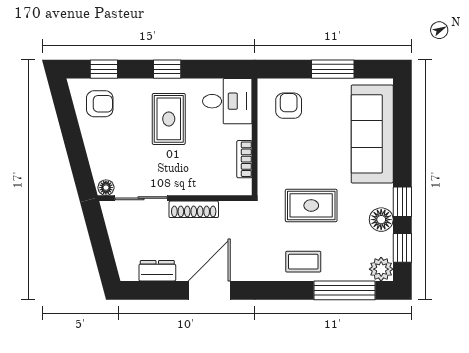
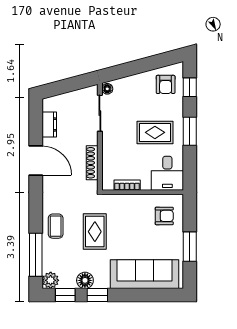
window: (167, 69) -> (190, 131), width x1.50
shoe rack: (194, 209) -> (92, 163), moved

